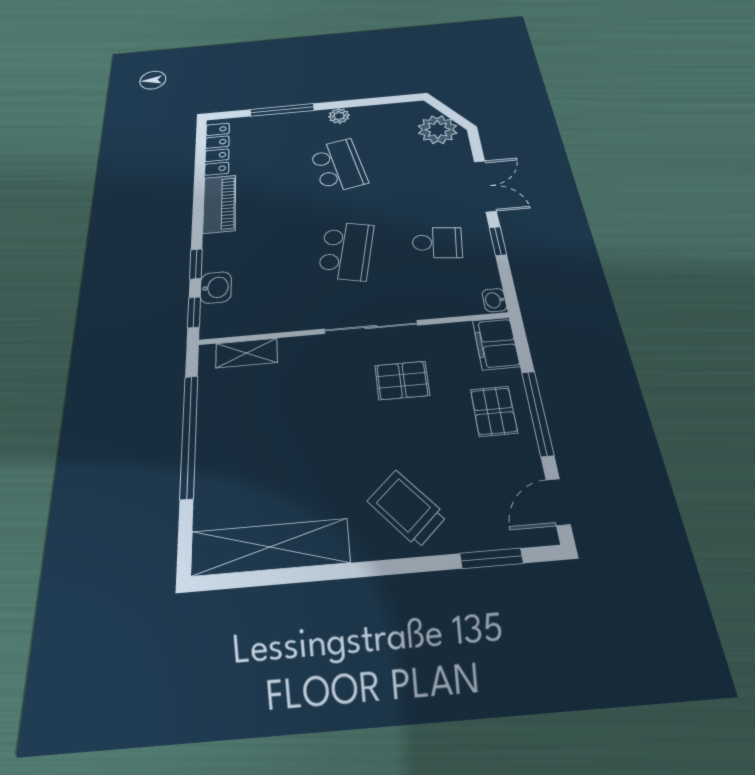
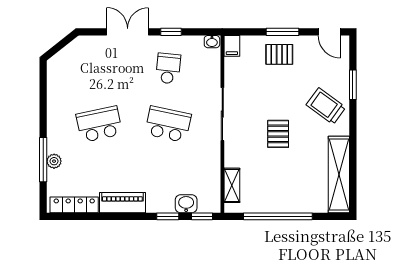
plant: (339, 116) -> (54, 161), moved
plant: (438, 130) -> (75, 55), removed
filing cabinet: (496, 343) -> (232, 46), width x0.50
pallet: (402, 380) -> (278, 134), moved
window: (537, 413) -> (282, 32), width x0.69
trolley: (407, 508) -> (326, 106), turned 78
window: (491, 558) -> (353, 85), moved

